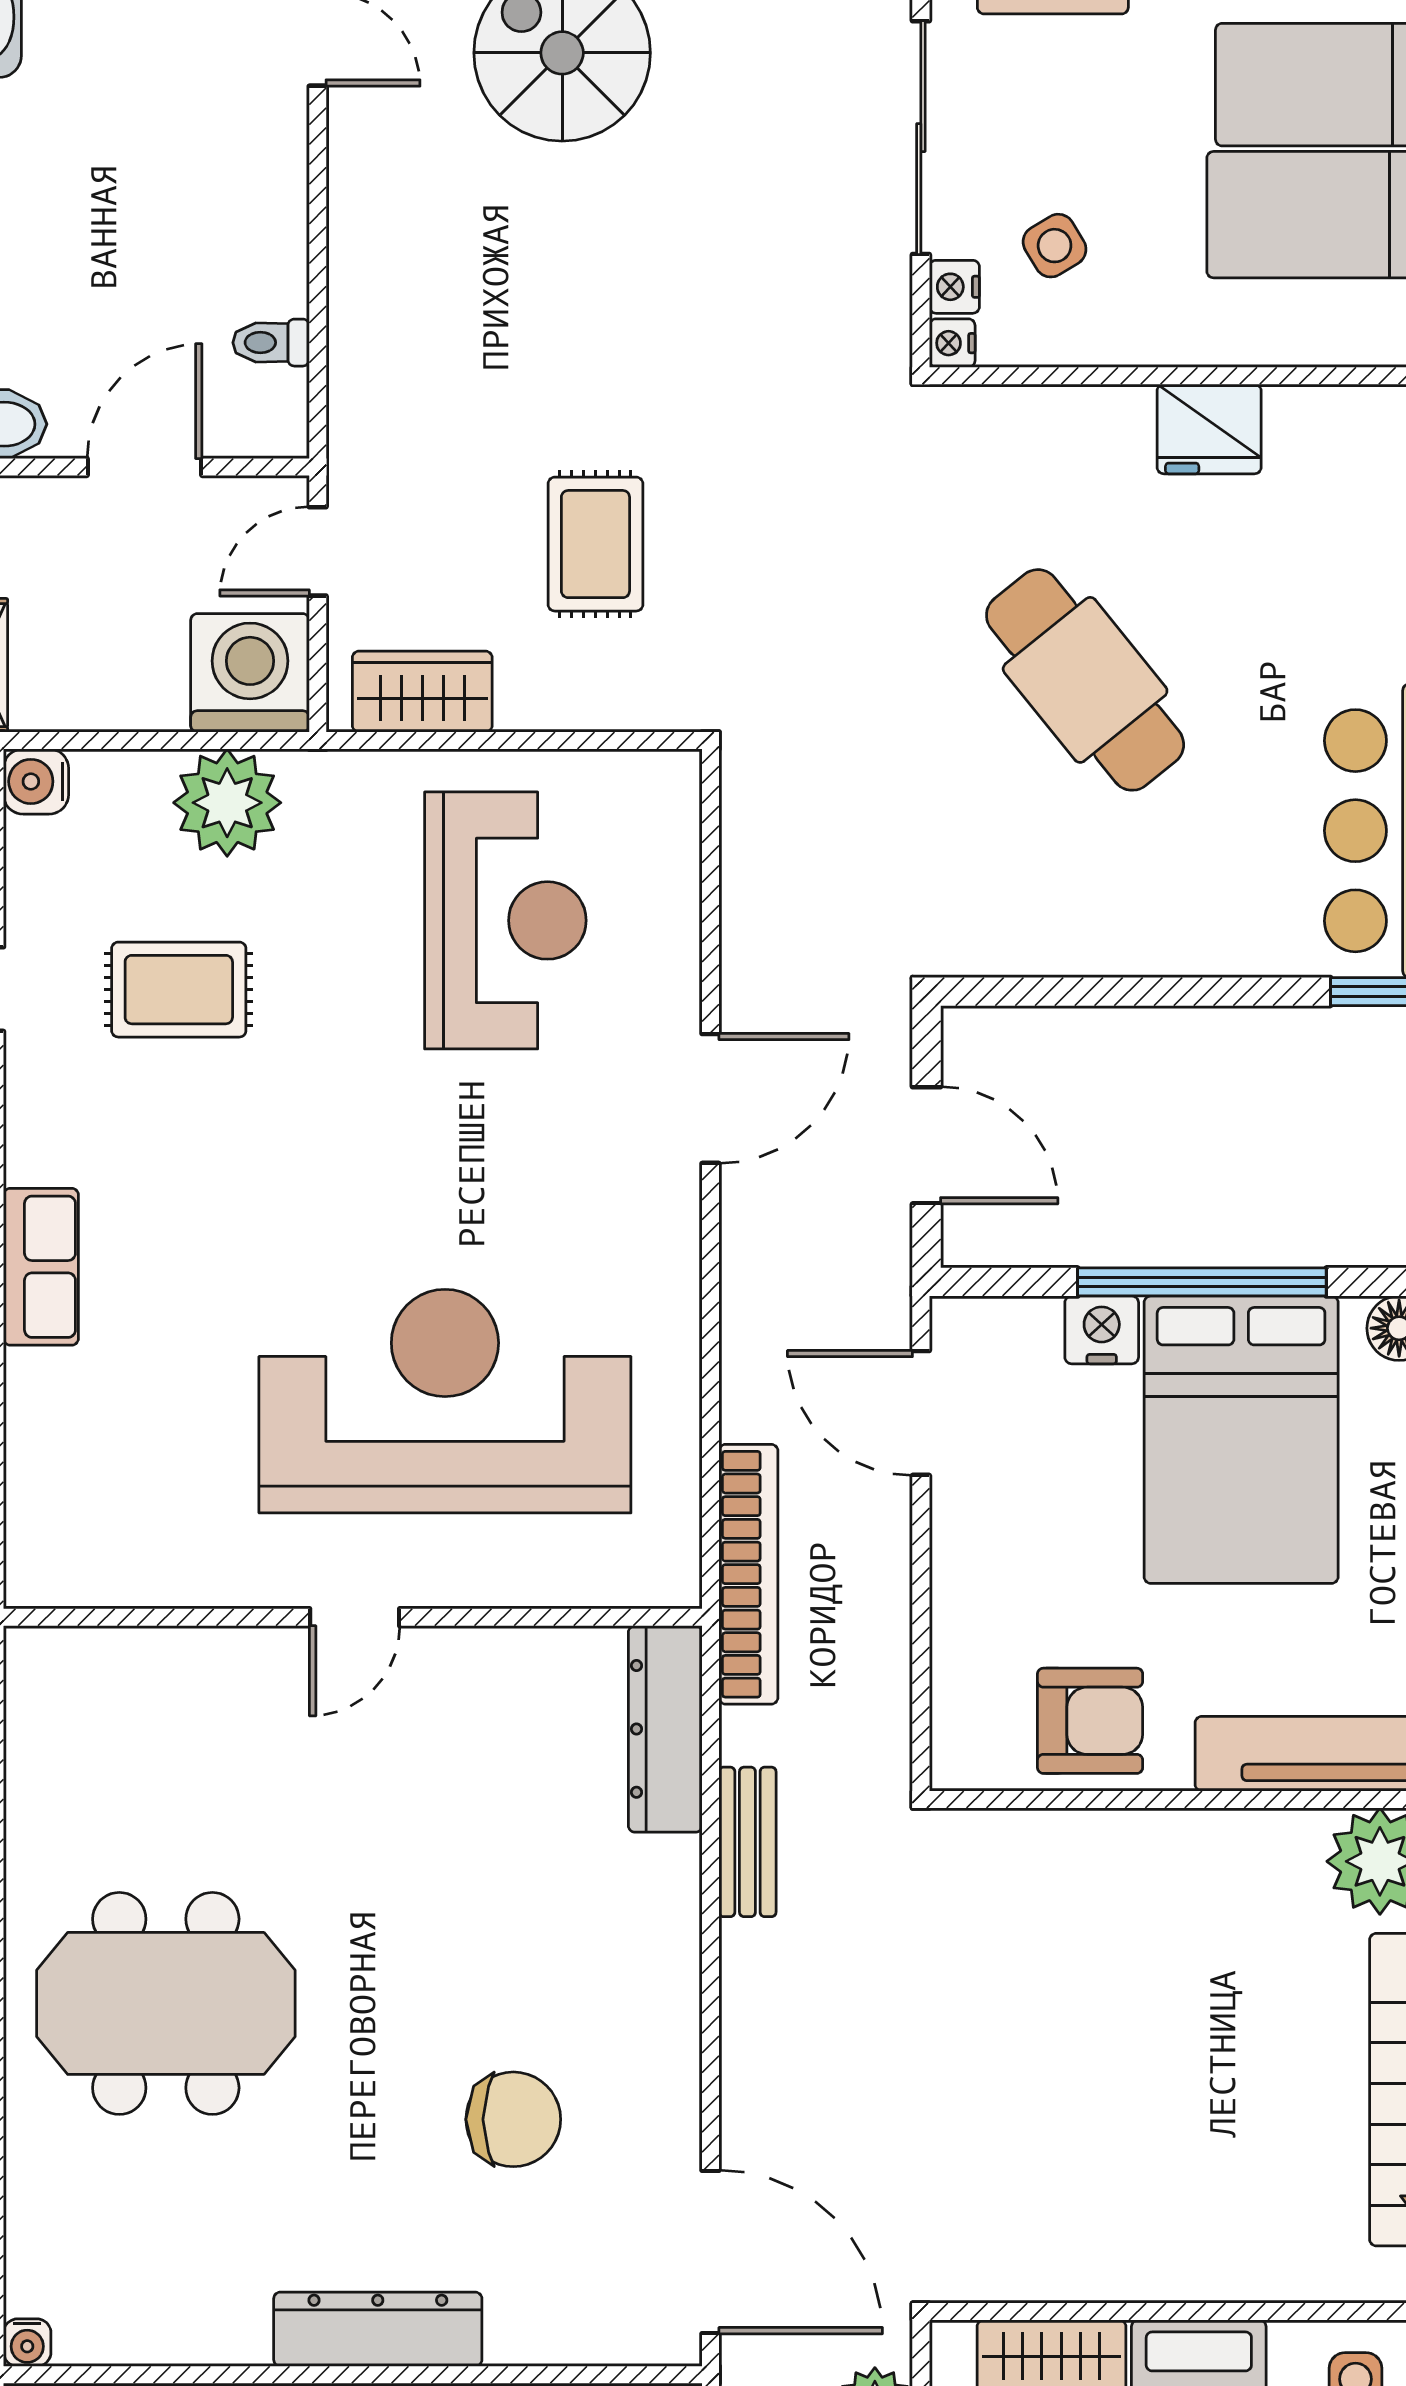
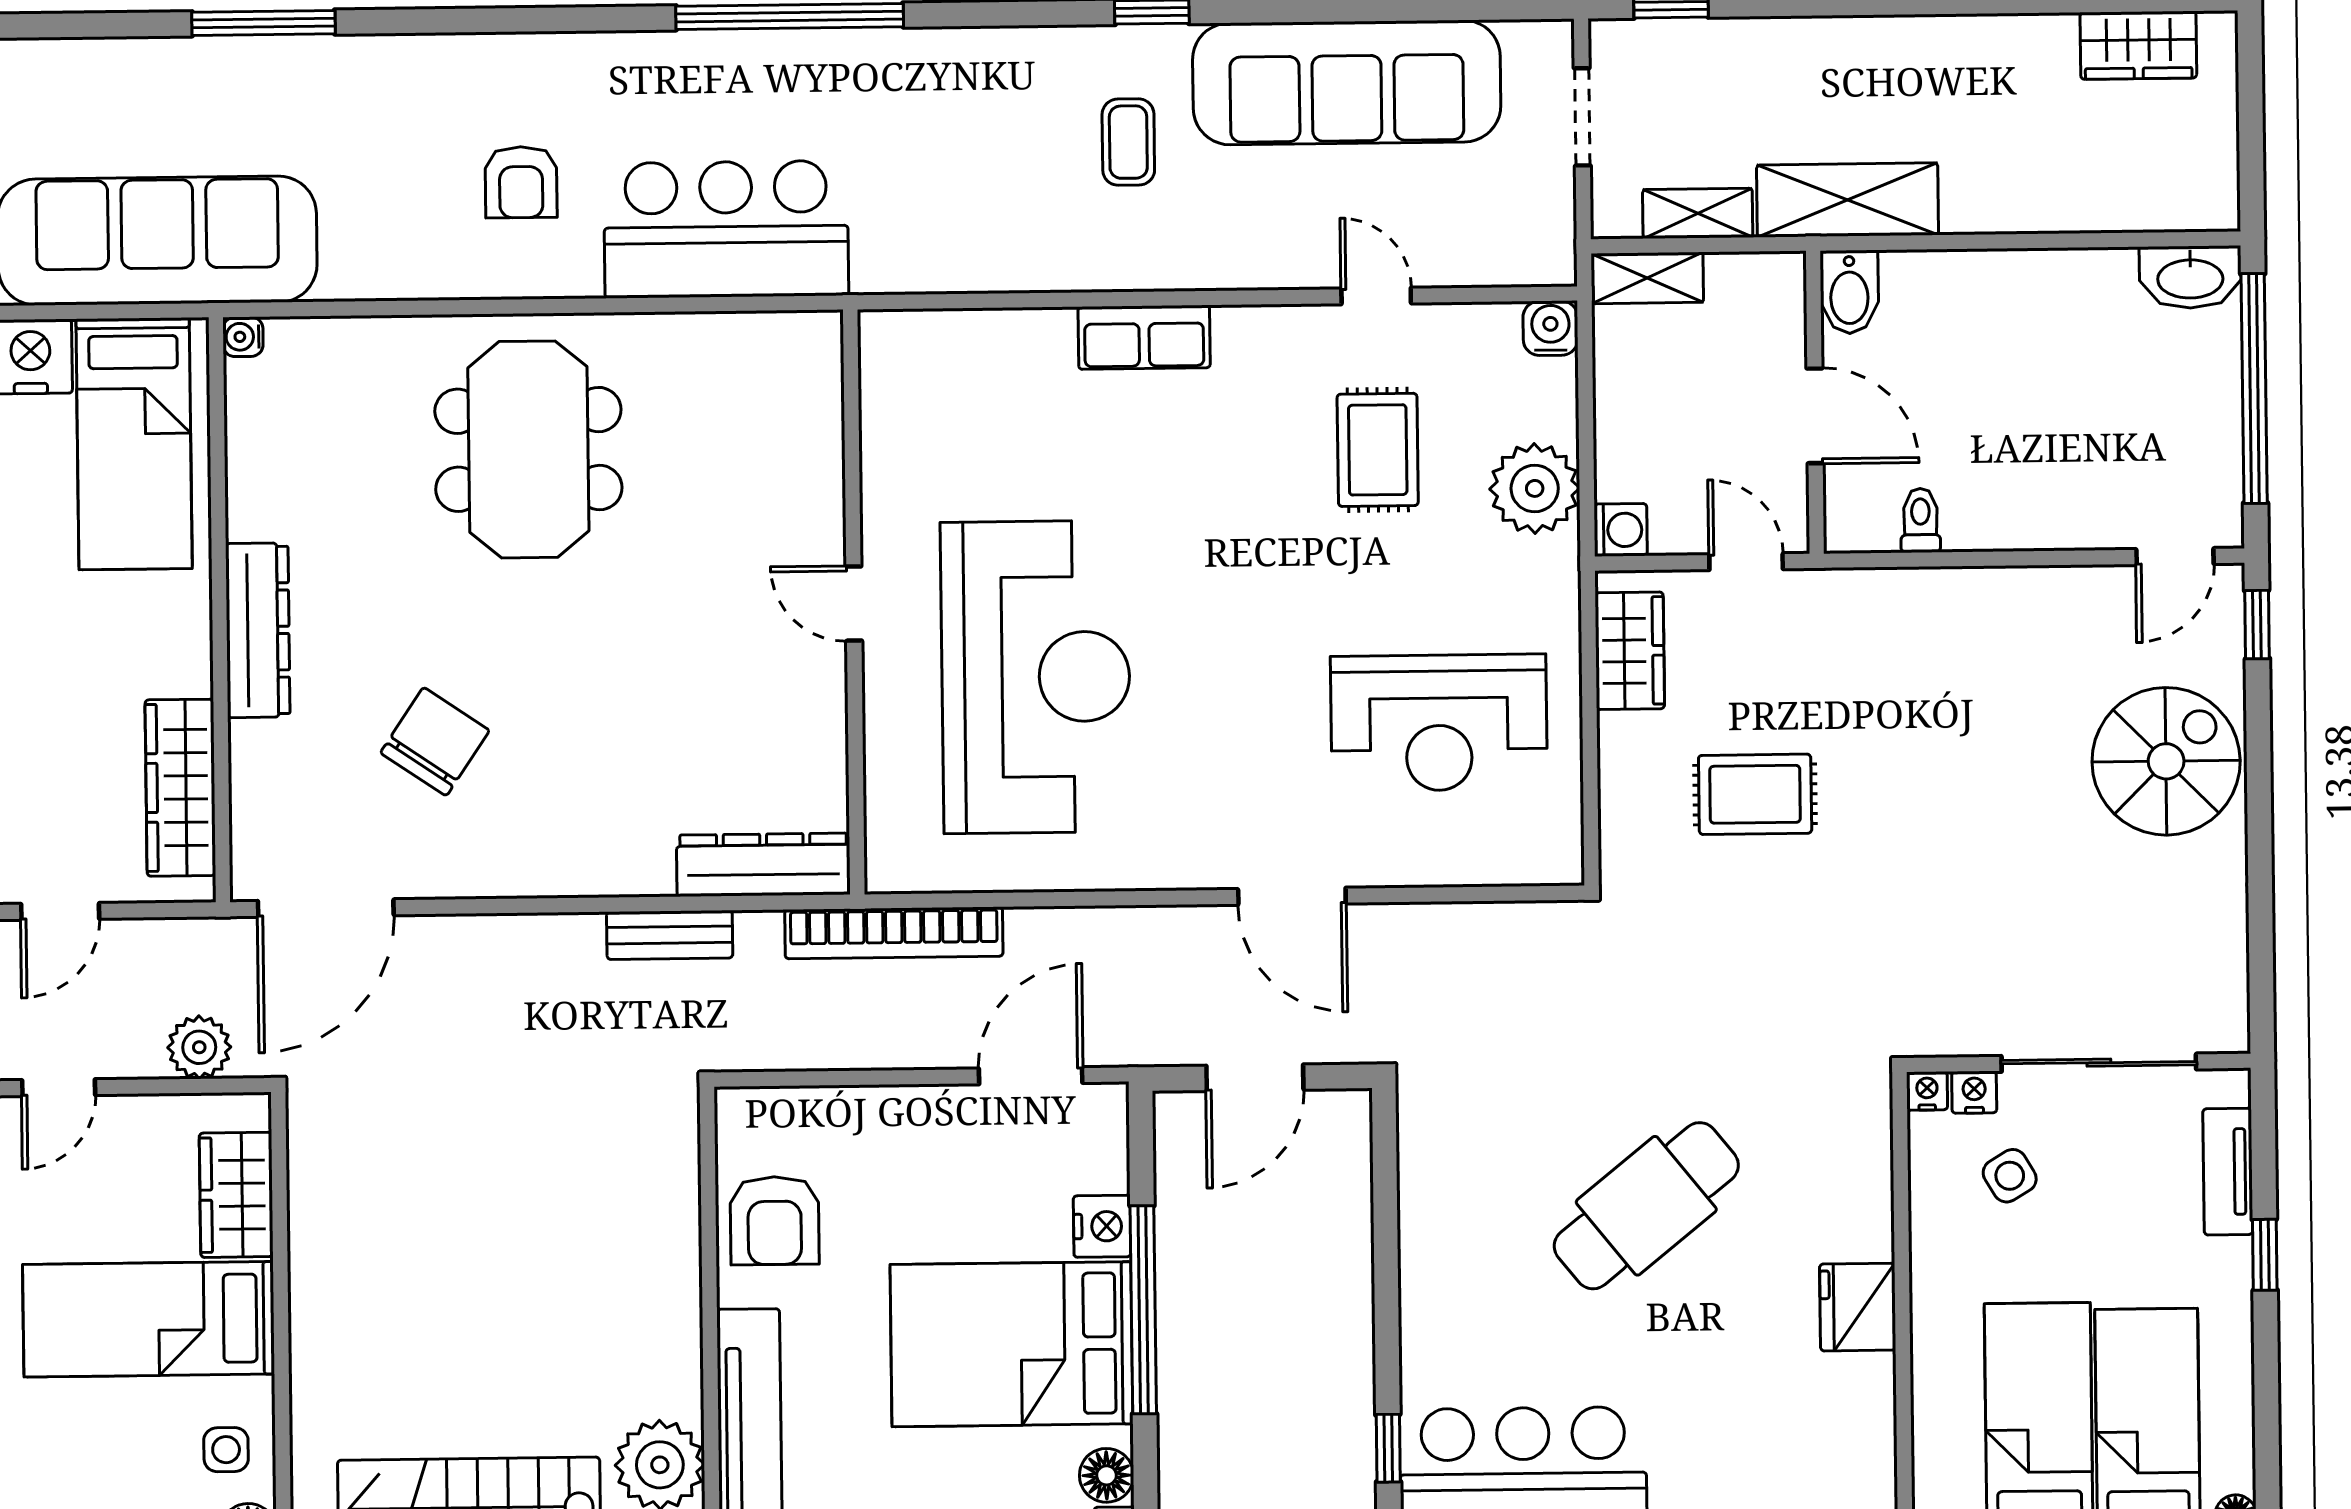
washing machine: (250, 673) -> (1621, 530), width x0.53, depth x0.53
chair: (513, 2119) -> (435, 742), turned -146

